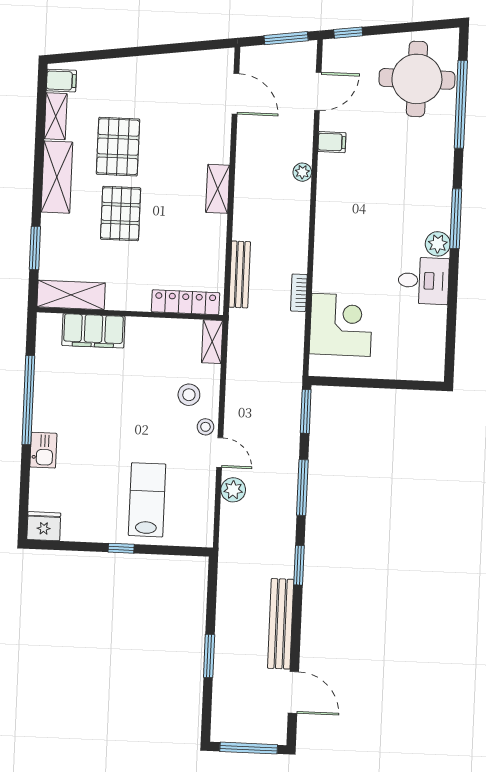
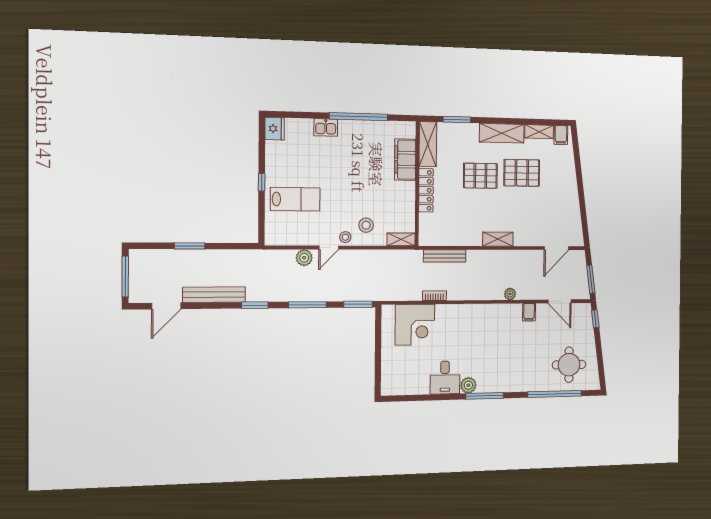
round table: (417, 79) -> (569, 365), width x0.73, depth x0.73
locker: (185, 302) -> (426, 190), moved

